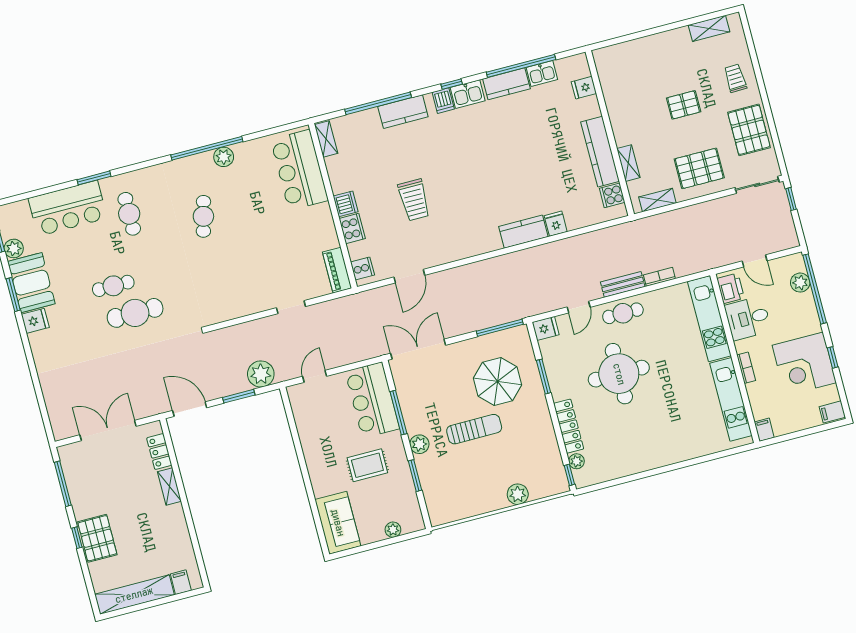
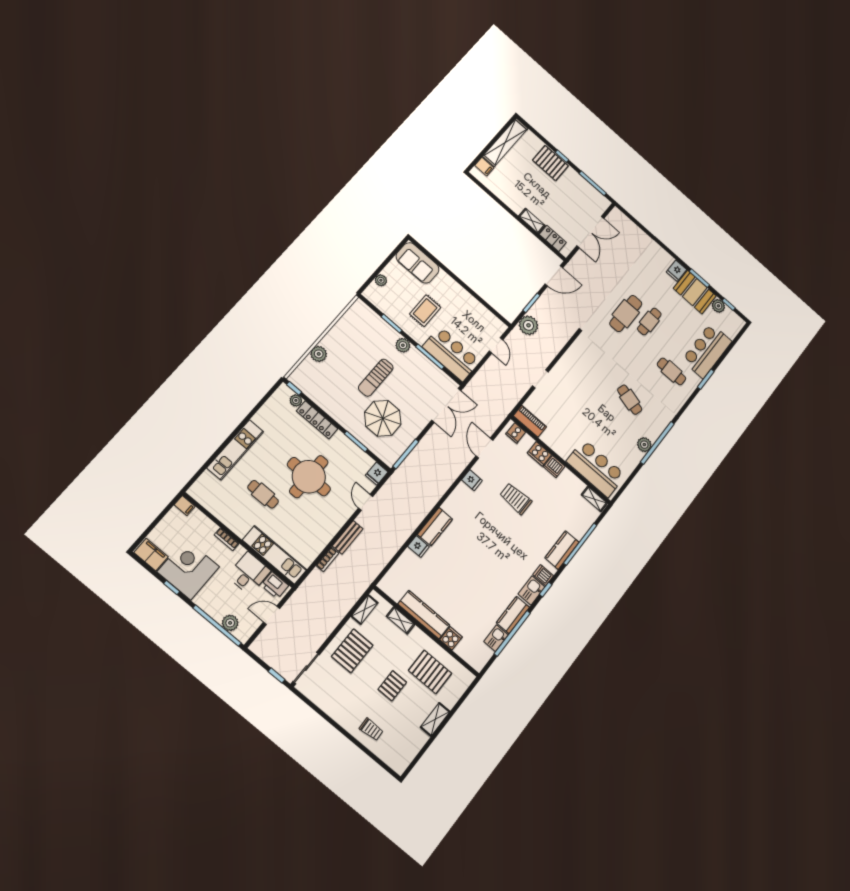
shelving: (709, 28) -> (435, 719), moved
fridge: (584, 88) -> (472, 480), moved, turned 90
pallet: (749, 130) -> (430, 672), moved
cooker: (612, 195) -> (451, 638), moved
cafe table: (623, 313) -> (263, 494), moved, turned 90
kitchen unit: (731, 399) -> (235, 450), moved, turned 90
filing cabinet: (832, 412) -> (151, 555), width x2.00

